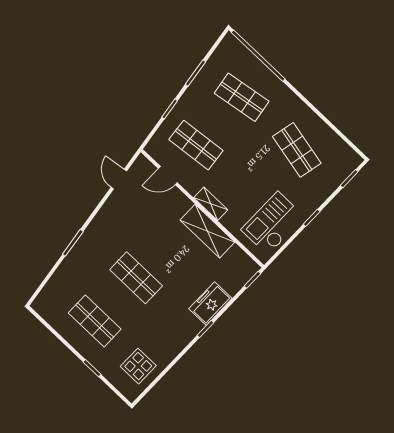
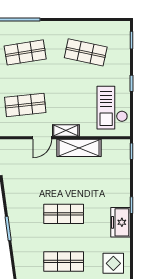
door: (168, 175) -> (42, 138), moved
freezer: (210, 304) -> (120, 222), moved

